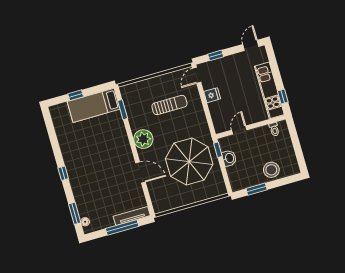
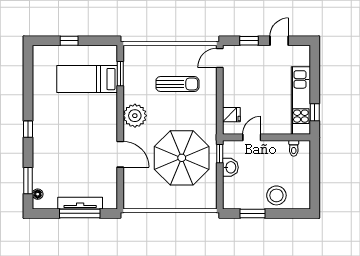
door: (251, 45) -> (279, 41), moved
fridge: (212, 95) -> (231, 115), moved
bed: (94, 105) -> (87, 79), moved
tv unit: (132, 216) -> (80, 203), moved

